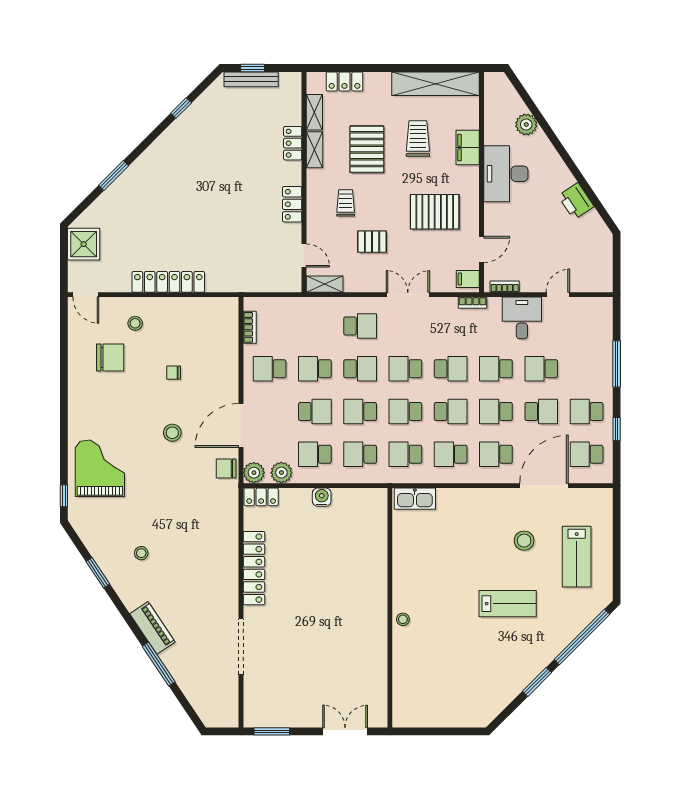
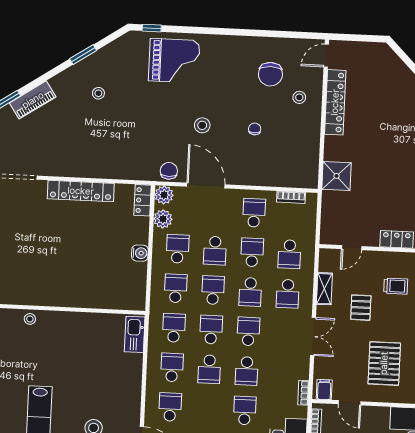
shower: (84, 244) -> (337, 176), moved
locker: (168, 282) -> (335, 102), moved
shelving: (325, 284) -> (324, 289), moved
school desk: (496, 412) -> (289, 254), moved, turned 180

